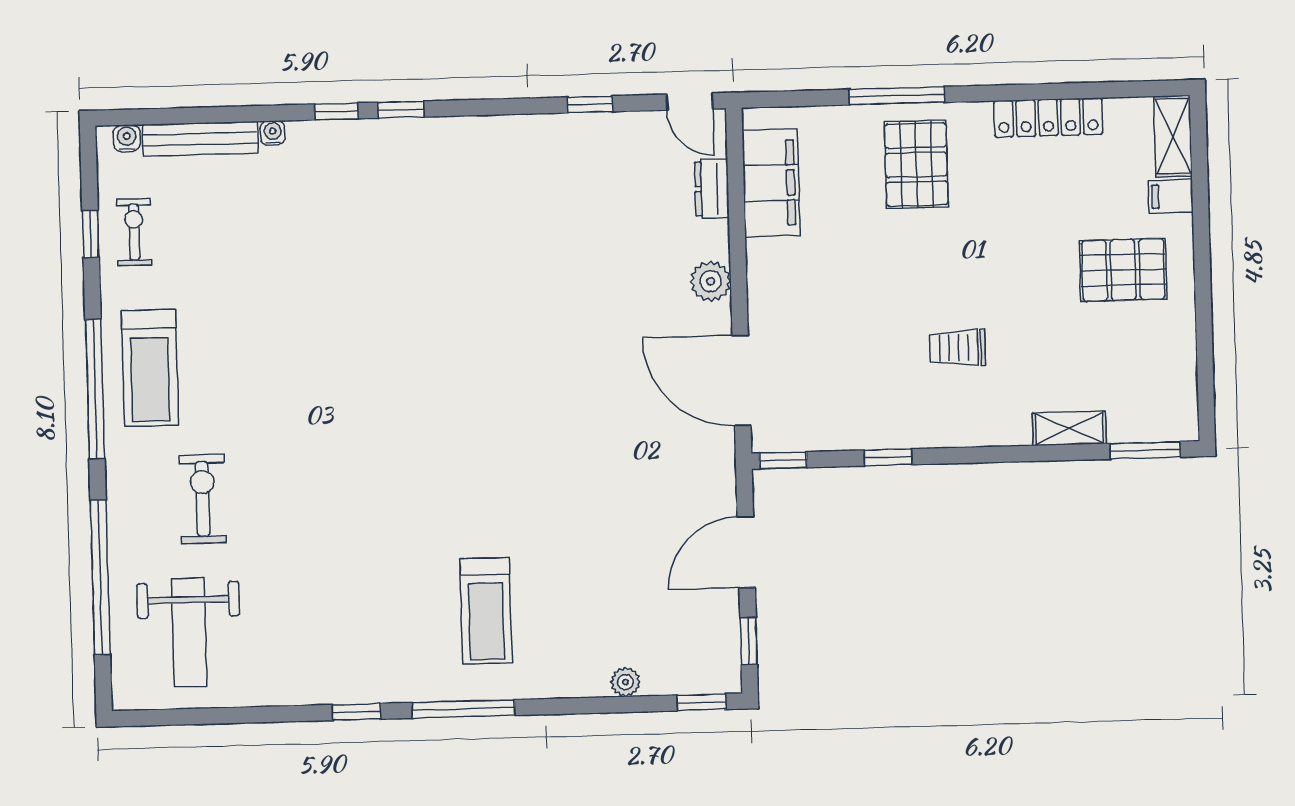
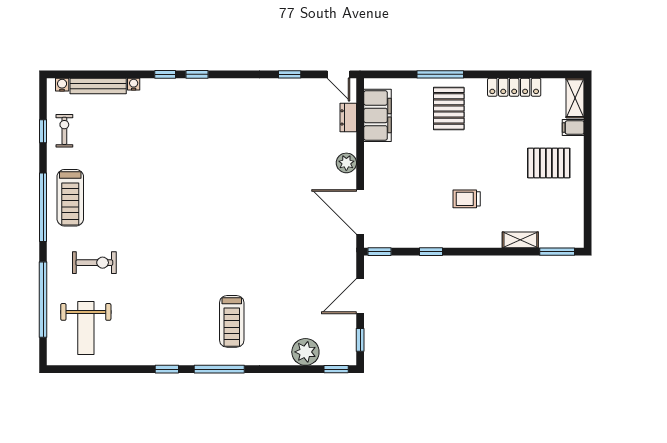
exercise bike: (203, 499) -> (94, 263), turned 90
plant: (626, 682) -> (305, 352), width x1.87, depth x1.87

